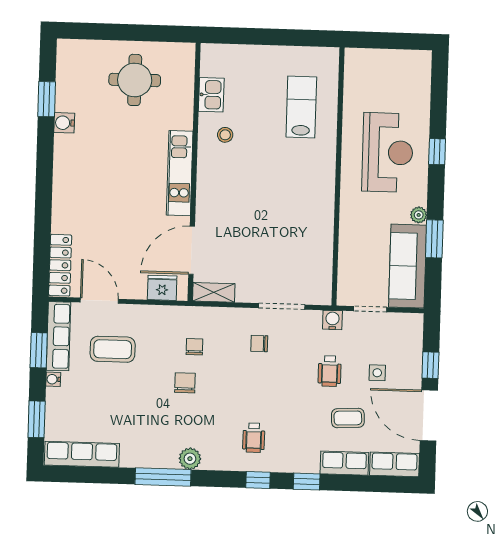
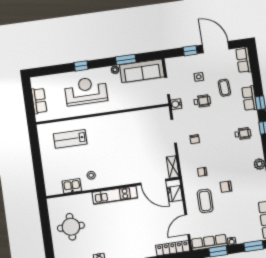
row of seats: (384, 60) -> (39, 101), added
coffee table: (113, 349) -> (205, 201), moved
chair: (185, 383) -> (226, 187), moved
door: (429, 416) -> (216, 47), swing flipped
row of seats: (344, 463) -> (249, 98), moved

